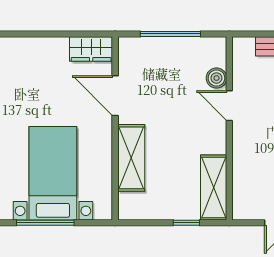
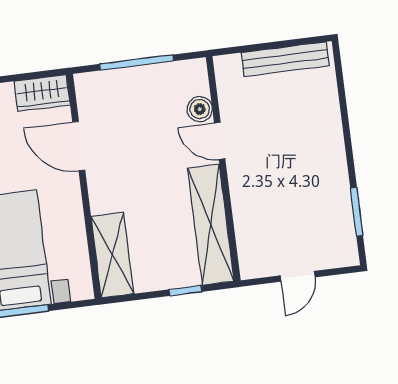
shelving: (131, 158) -> (112, 255), moved
shelving: (214, 187) -> (211, 225), width x1.47

